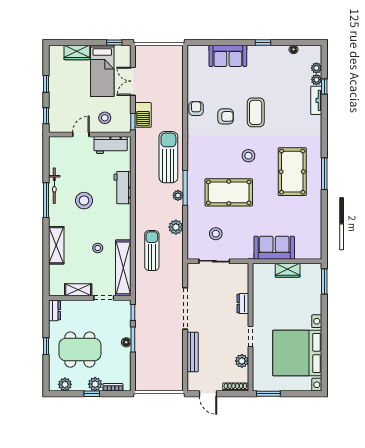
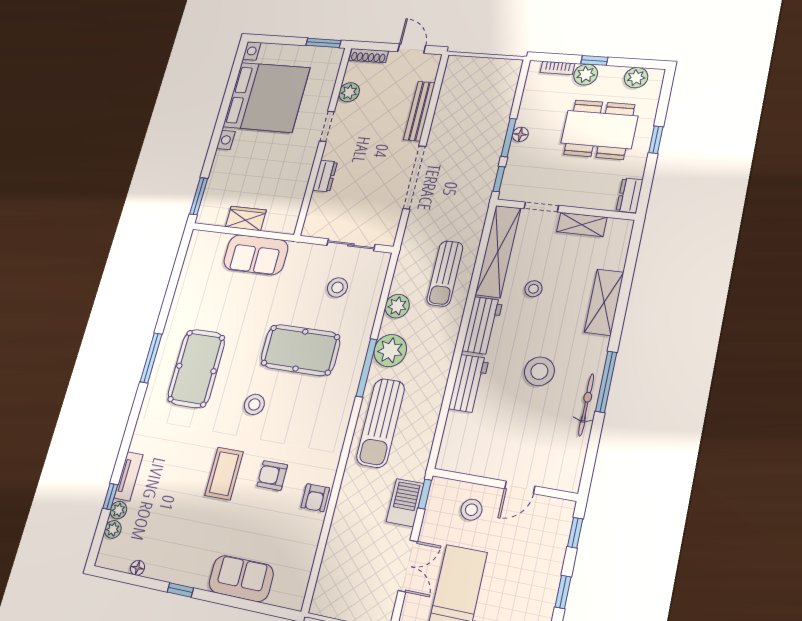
workbench: (111, 145) -> (482, 326), moved, turned 90
plant: (178, 195) -> (390, 351), width x1.87, depth x1.87

